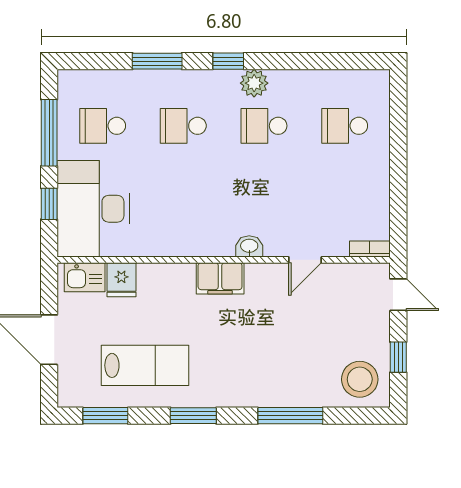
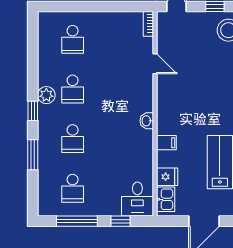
desk: (93, 209) -> (137, 199), width x0.53, depth x0.77
washbasin: (249, 246) -> (147, 121), moved
filing cabinet: (220, 278) -> (166, 143), moved, width x0.50

